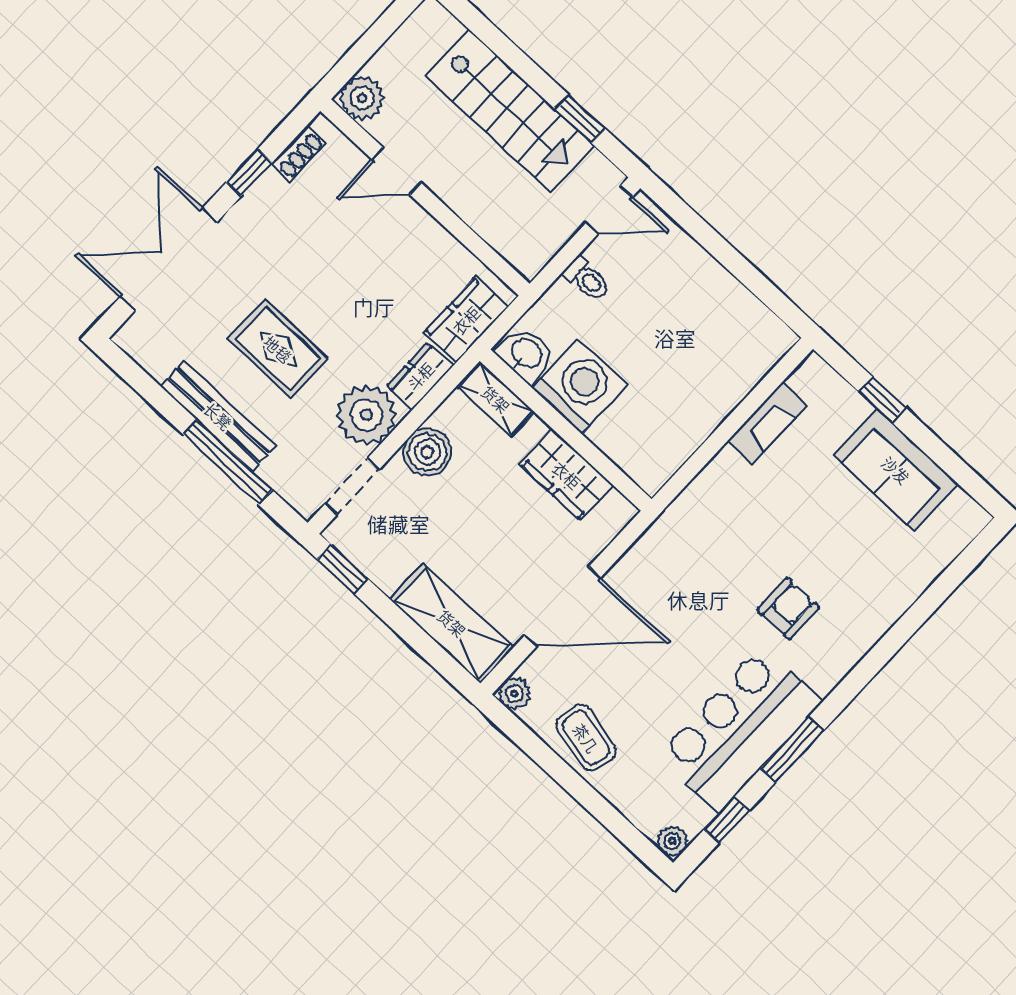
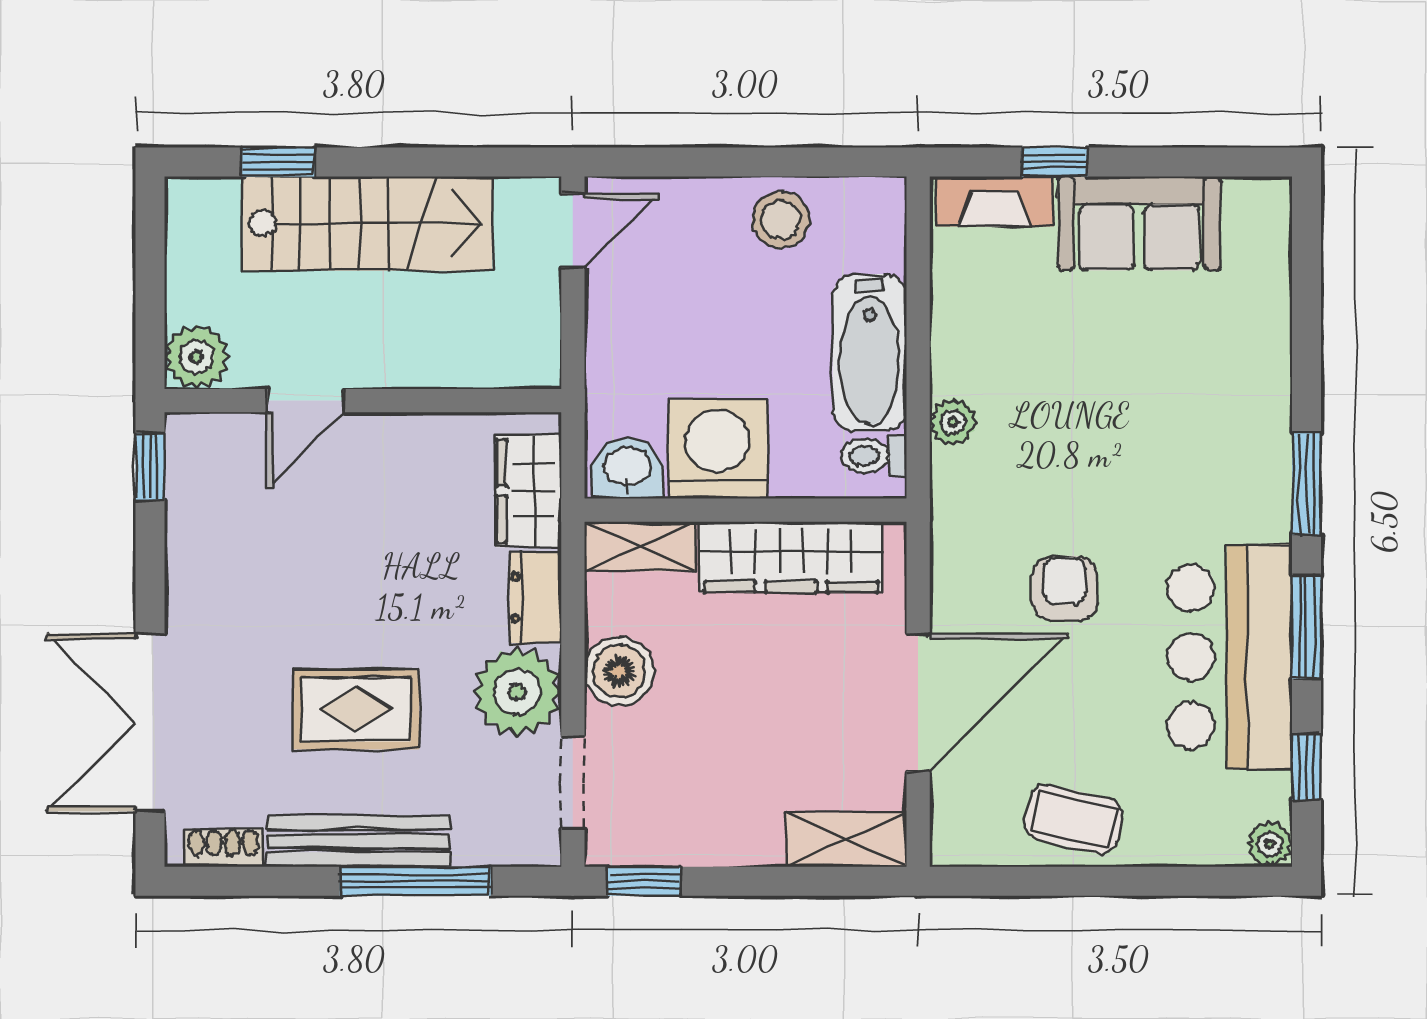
window: (580, 119) -> (278, 162), moved
shoe rack: (298, 153) -> (223, 848), moved, turned -90
window: (249, 173) -> (150, 466), moved
toilet: (587, 279) -> (874, 456), moved, turned 180
stool: (718, 301) -> (781, 220), added
bathtub: (701, 409) -> (870, 353), added
fireplace: (767, 423) -> (995, 201), moved, turned 90
wardrobe: (567, 475) -> (791, 557), width x1.50
armchair: (788, 609) -> (1065, 589), moved
shelving: (452, 623) -> (846, 840), width x0.67, depth x0.75
window: (859, 678) -> (1306, 484), added
plant: (514, 693) -> (953, 422), moved

